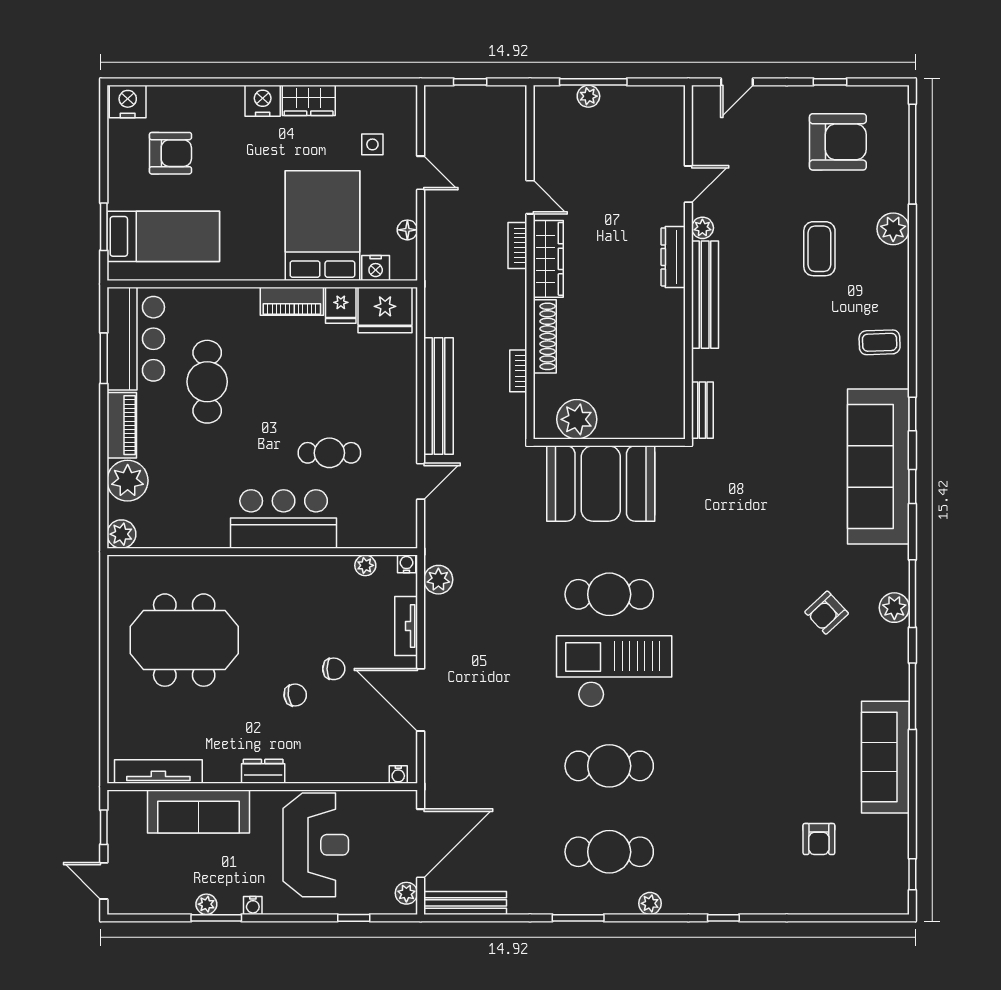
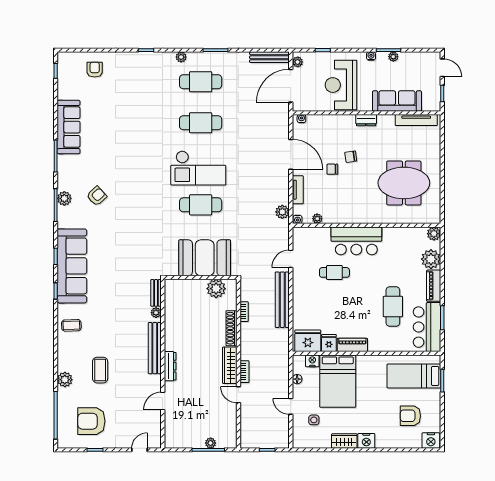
plant: (702, 228) -> (156, 313), moved
armchair: (819, 839) -> (95, 70), moved

